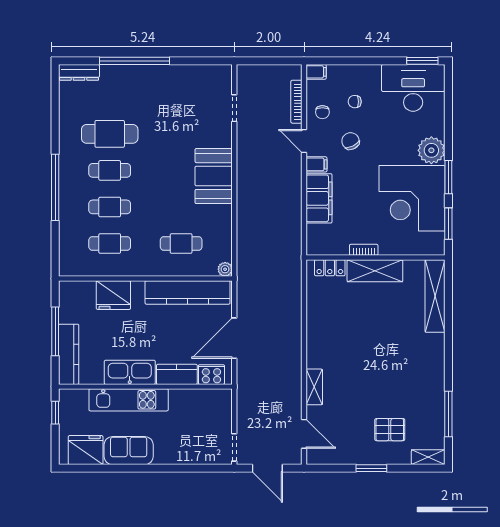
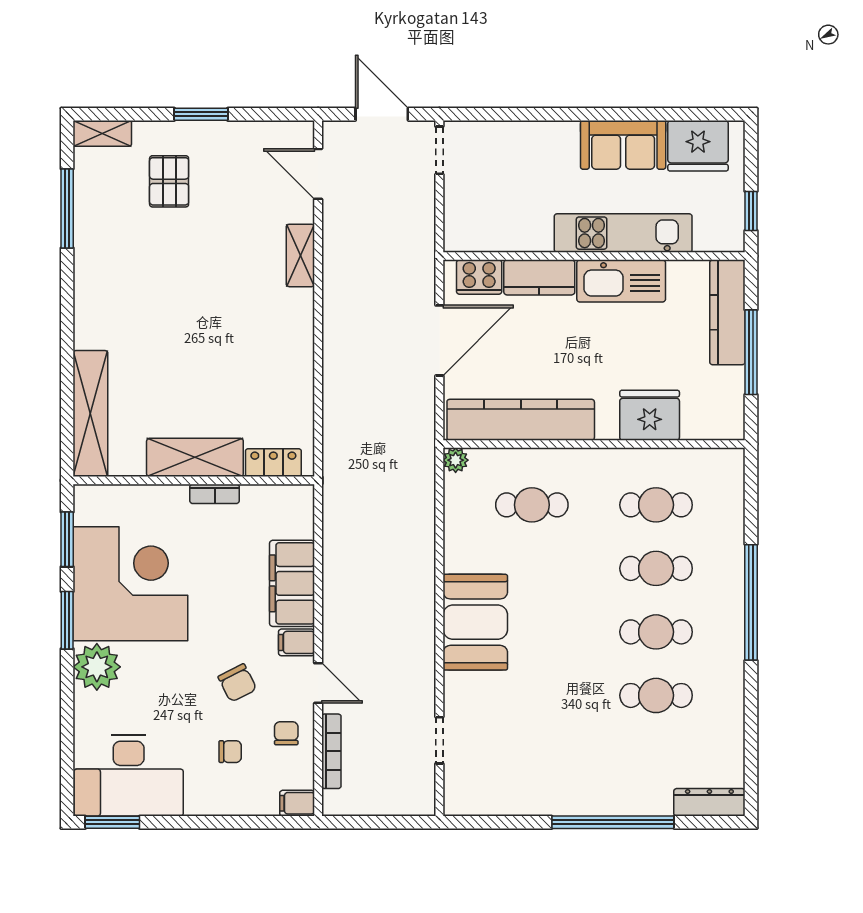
cafe table: (110, 134) -> (656, 695), width x0.73, depth x0.74
pallet: (390, 430) -> (169, 181), turned 90

